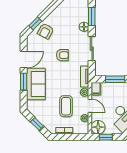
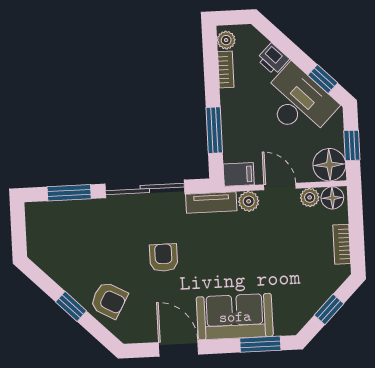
window: (35, 23) -> (71, 306), moved
floor lamp: (84, 27) -> (332, 198), moved
sliding door: (92, 49) -> (145, 189), width x1.37
window: (24, 82) -> (260, 344), moved
coffee table: (66, 106) -> (284, 243), removed
door: (90, 106) -> (280, 186), hinge flipped

